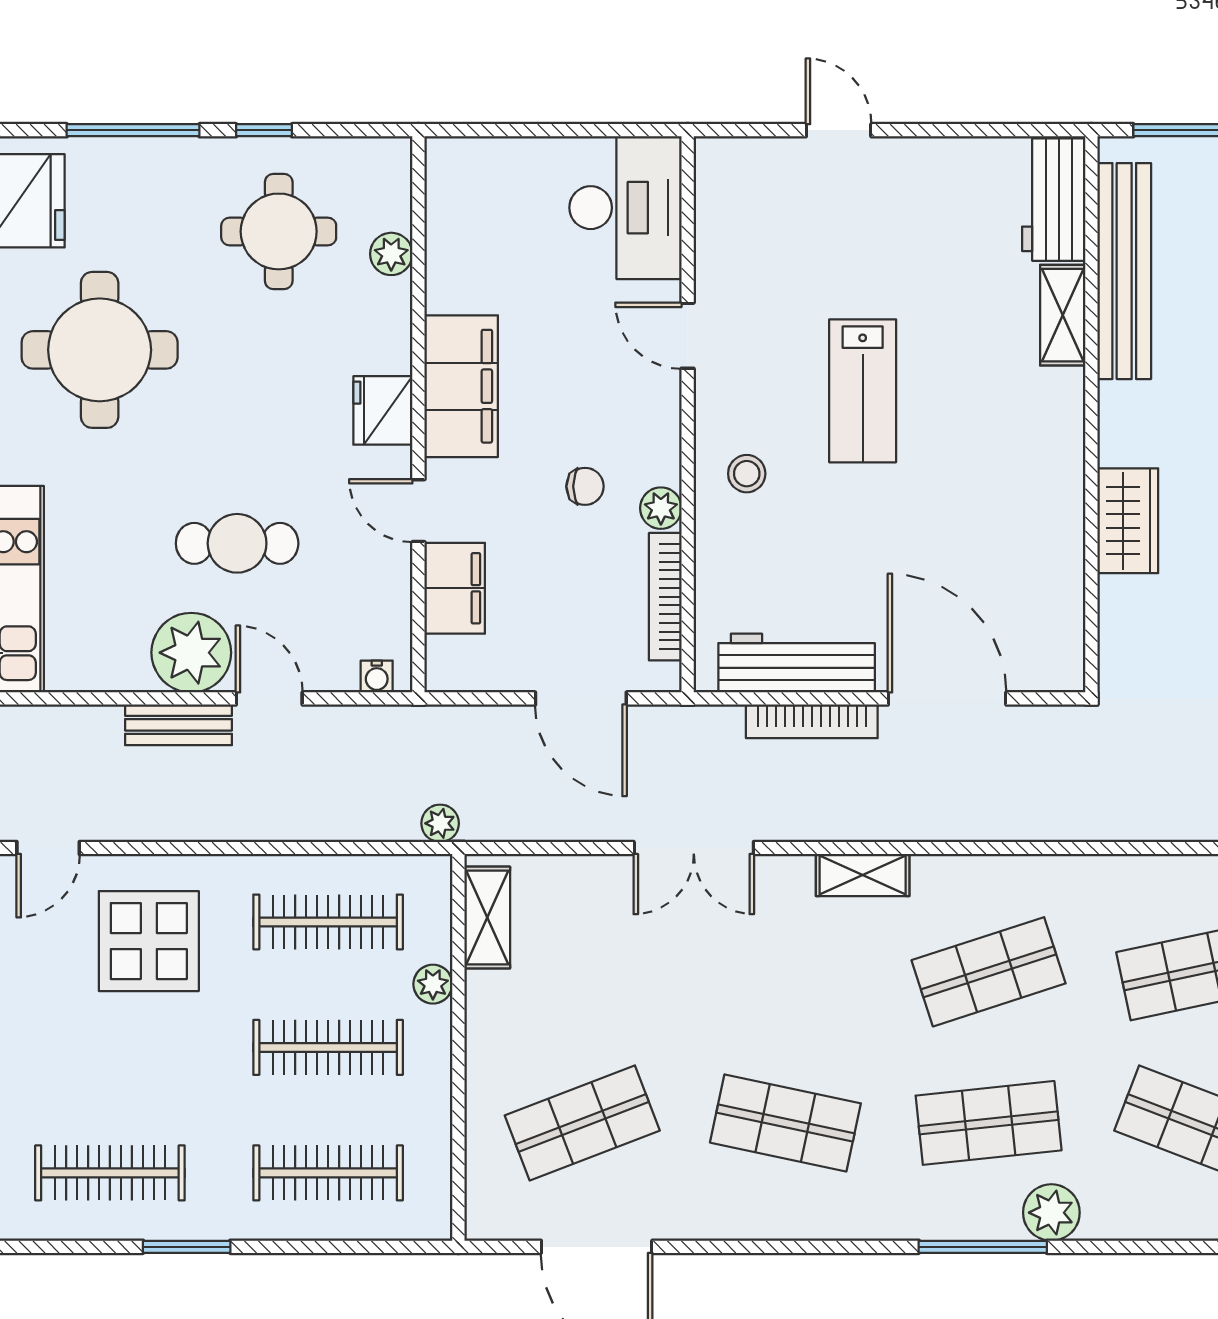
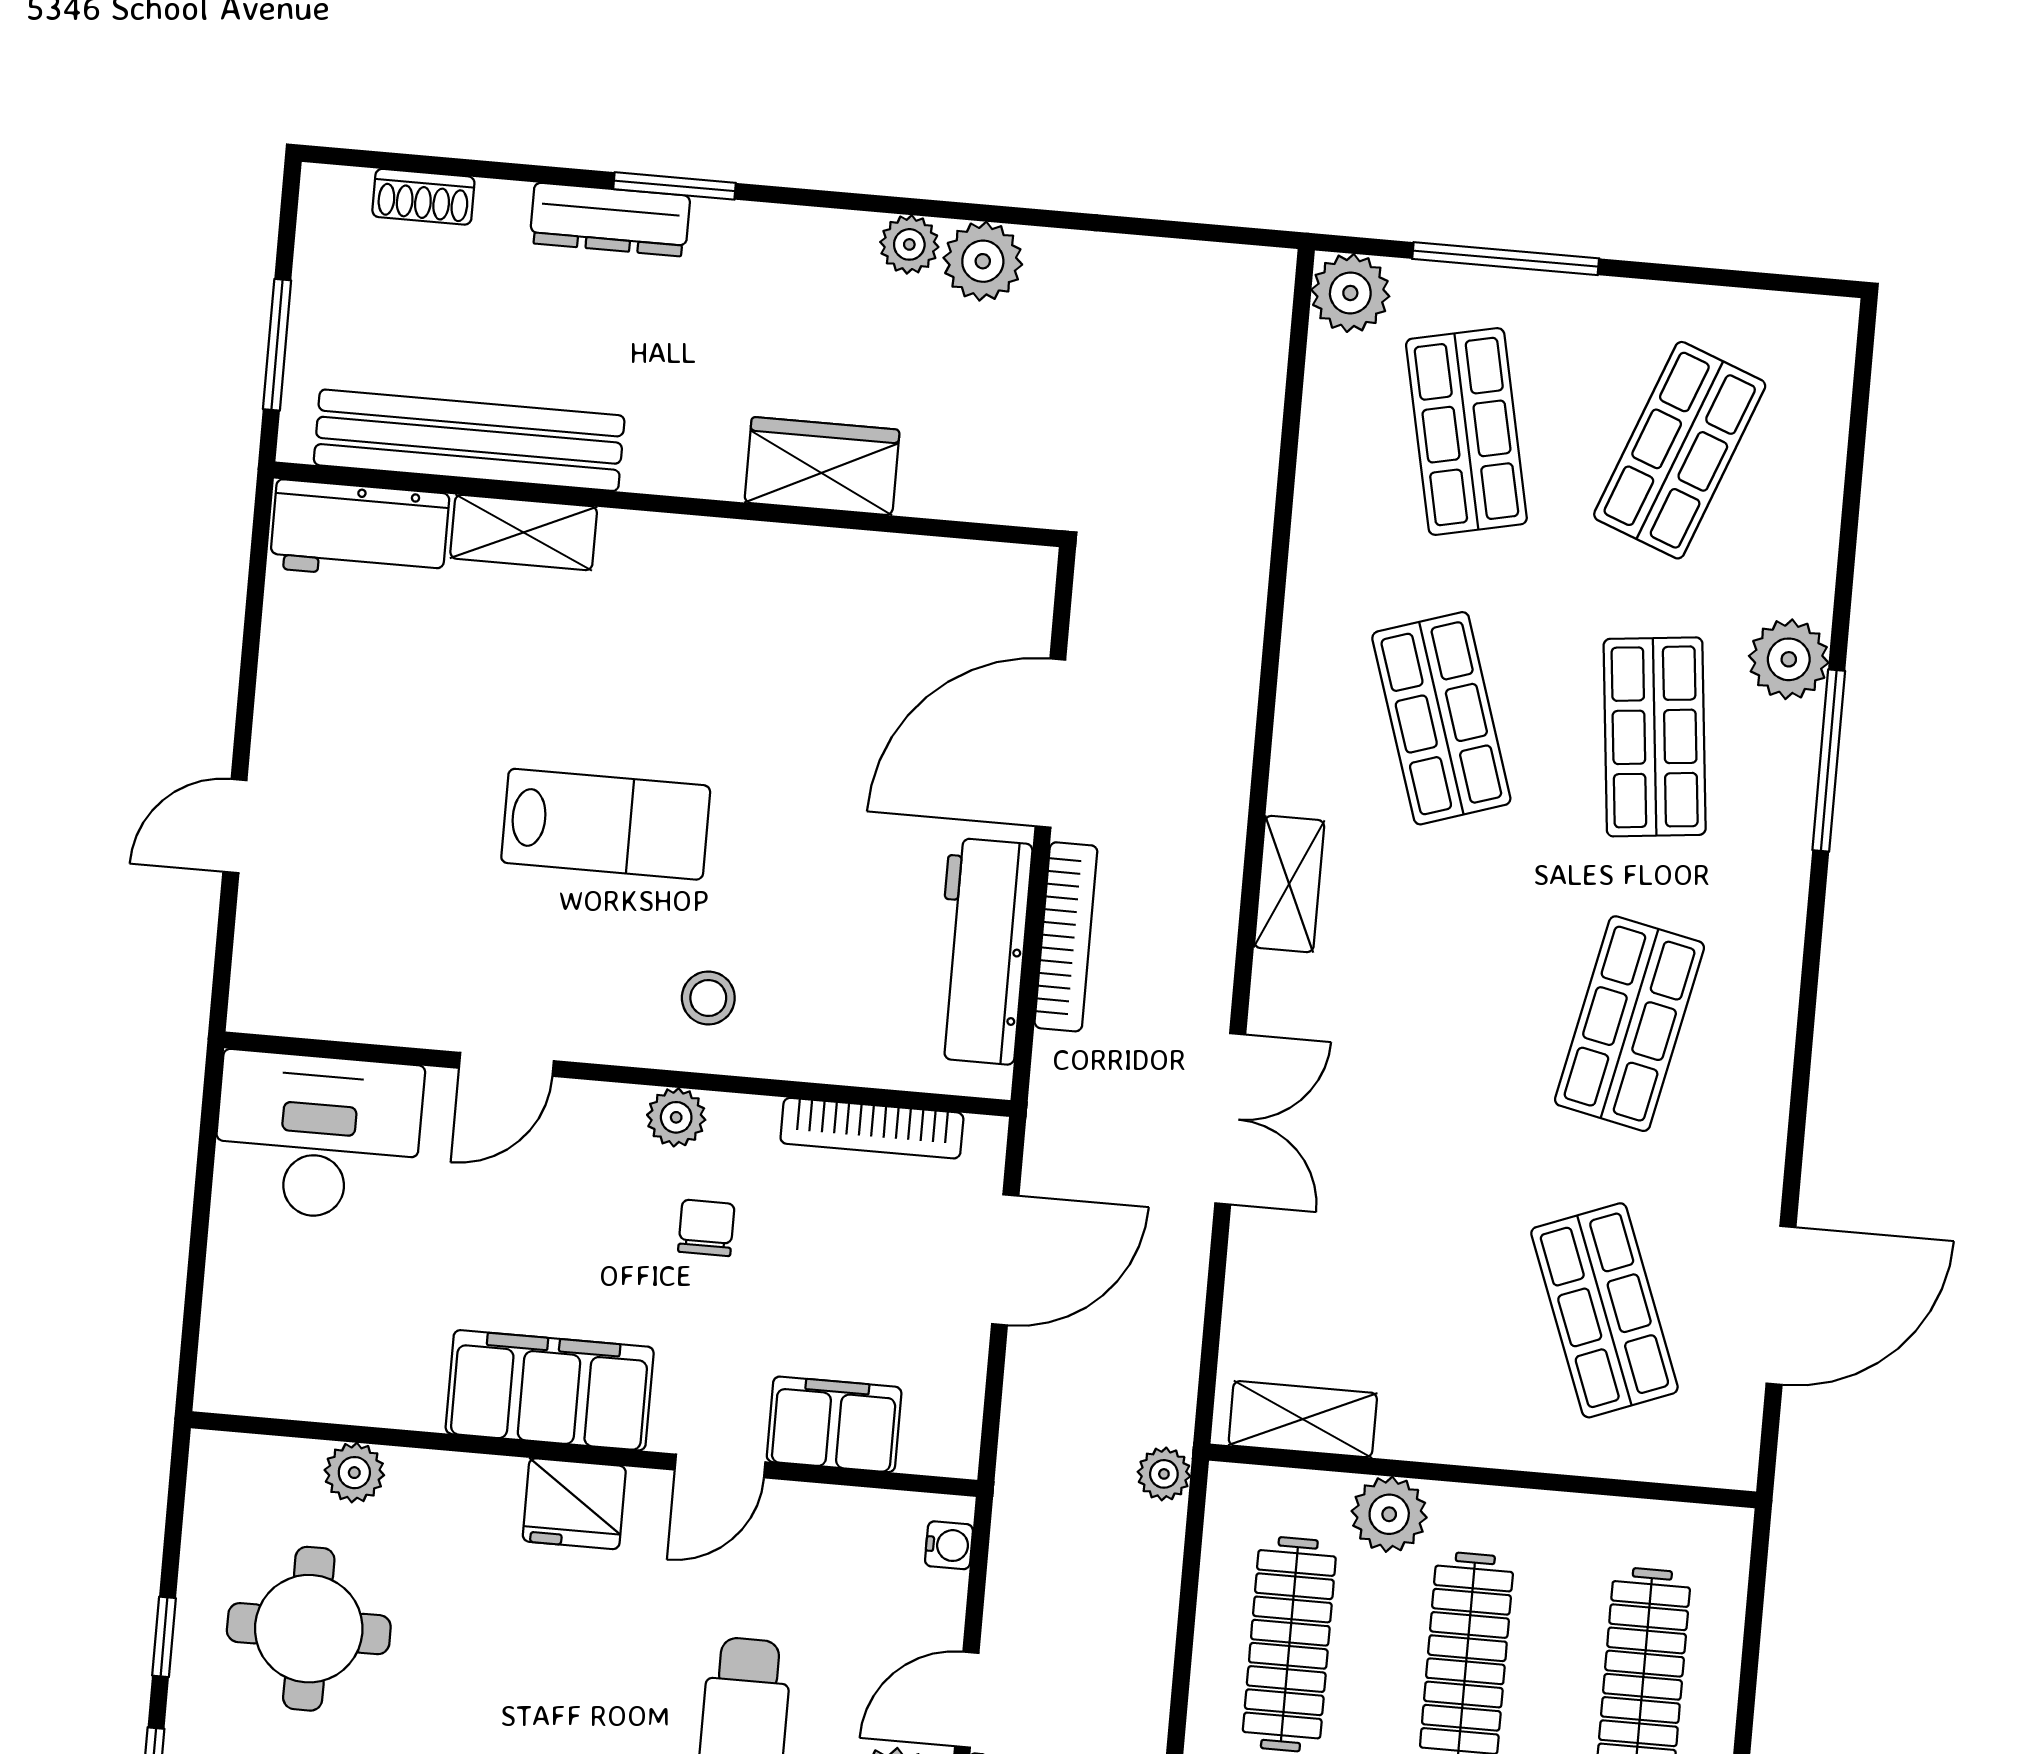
plant: (661, 508) -> (676, 1117), moved
plant: (433, 984) -> (1389, 1514), width x1.38, depth x1.38

